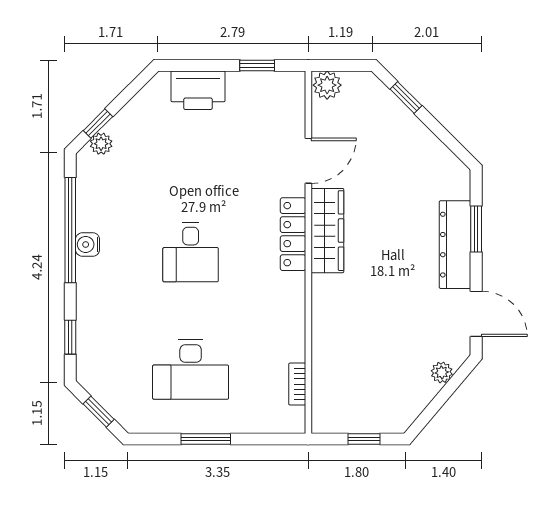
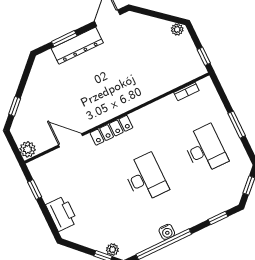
wardrobe: (327, 231) -> (101, 114), removed
desk: (191, 252) -> (146, 178), width x1.37
plant: (442, 372) -> (177, 29), moved
window: (364, 439) -> (204, 56), moved

